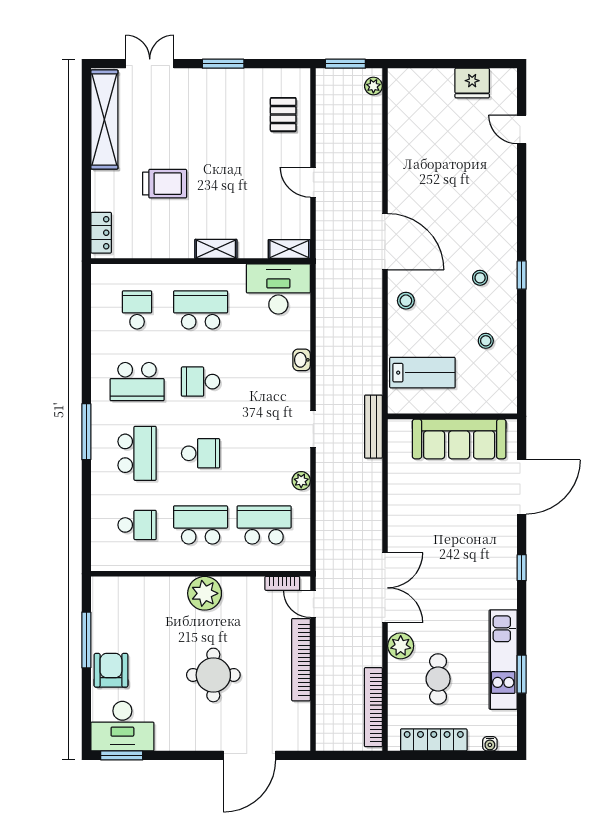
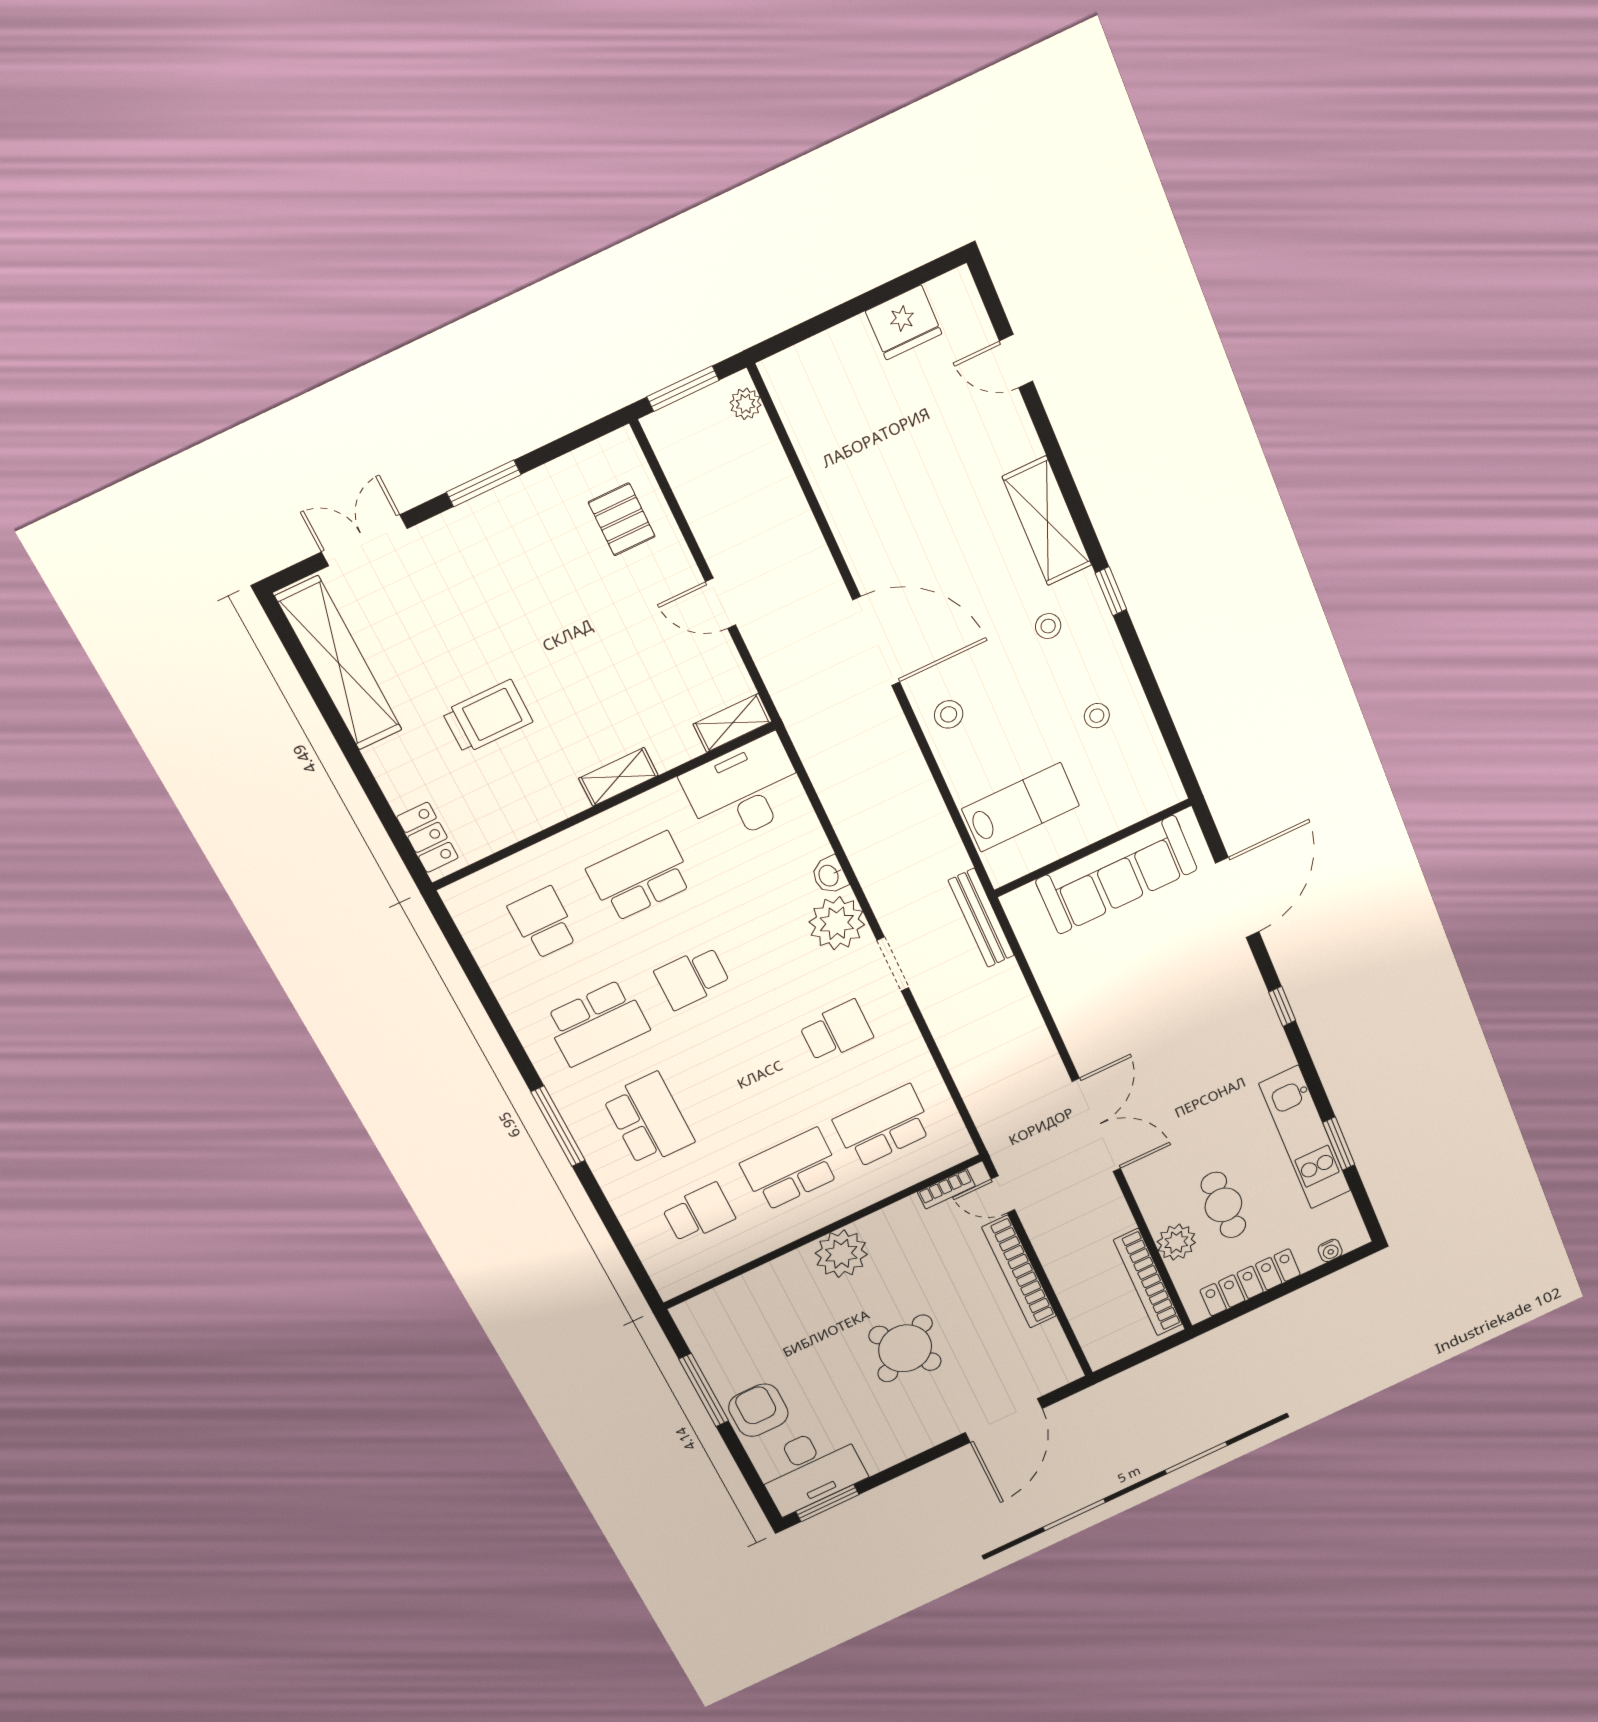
shelving: (503, 221) -> (1047, 521), added
school desk: (201, 453) -> (836, 1031), moved
plant: (301, 481) -> (837, 923), moved, width x1.88, depth x1.88
plant: (401, 646) -> (1176, 1242), moved
round table: (213, 675) -> (905, 1348), turned -33

